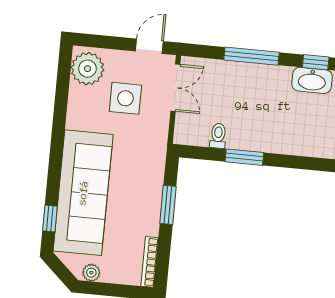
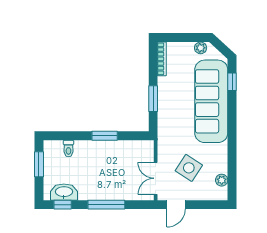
plant: (87, 69) -> (222, 180), width x0.53, depth x0.53
side table: (125, 98) -> (189, 168), turned 33
toilet: (218, 136) -> (68, 149), moved

